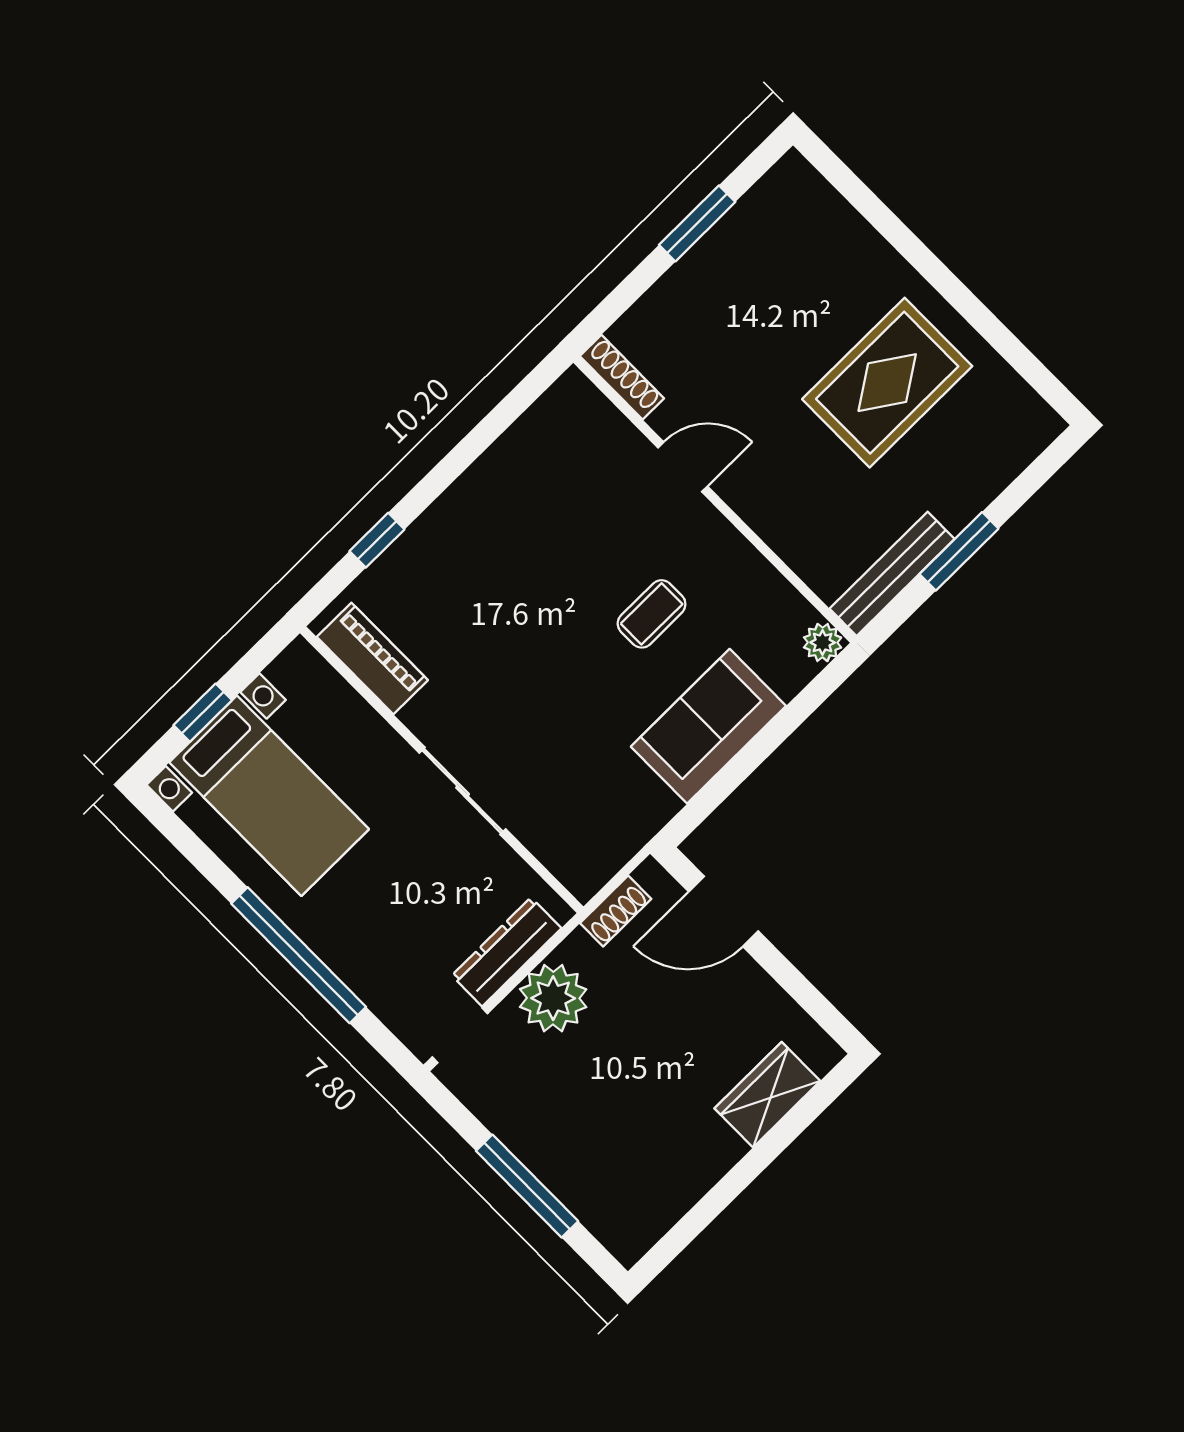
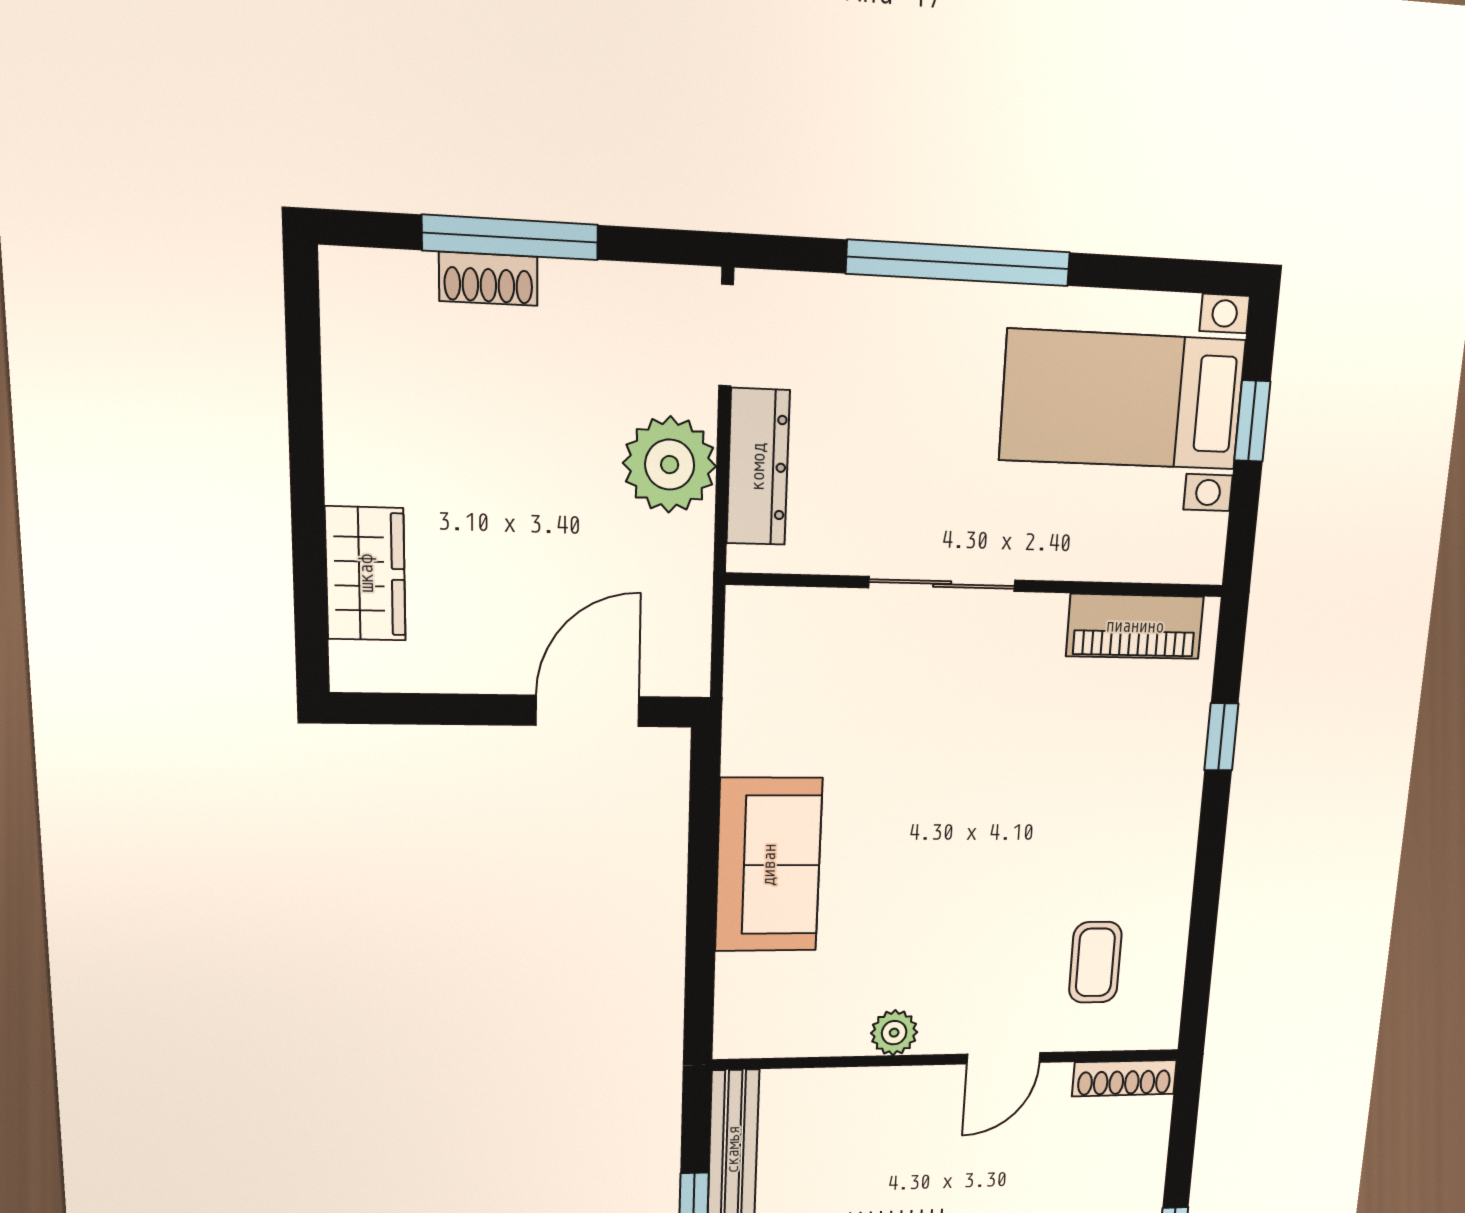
coffee table: (652, 614) -> (1095, 962), moved
plant: (823, 642) -> (894, 1033), moved
shoe rack: (616, 911) -> (488, 279), moved, turned -90

